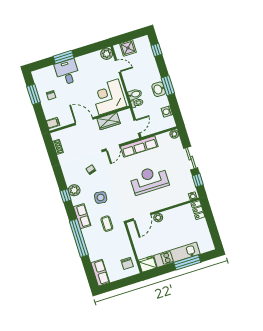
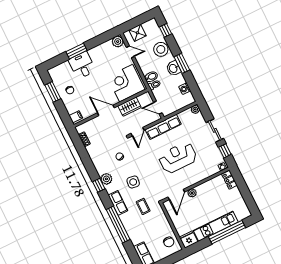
stool: (149, 68) -> (161, 49), added
door: (137, 126) -> (158, 108), swing flipped
window: (187, 262) -> (227, 232), width x1.46

